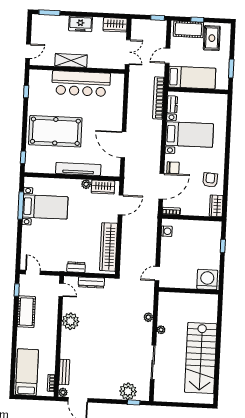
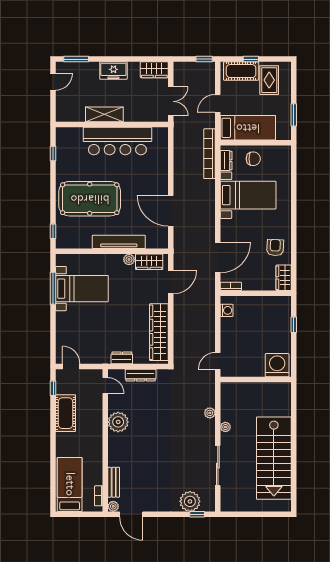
door: (28, 51) -> (53, 82), moved
chair: (173, 168) -> (253, 159), moved

